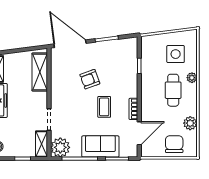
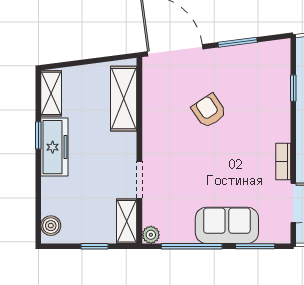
armchair: (90, 79) -> (209, 111), turned 76
coffee table: (104, 107) -> (233, 158), removed
plant: (60, 147) -> (151, 235), width x0.53, depth x0.53

